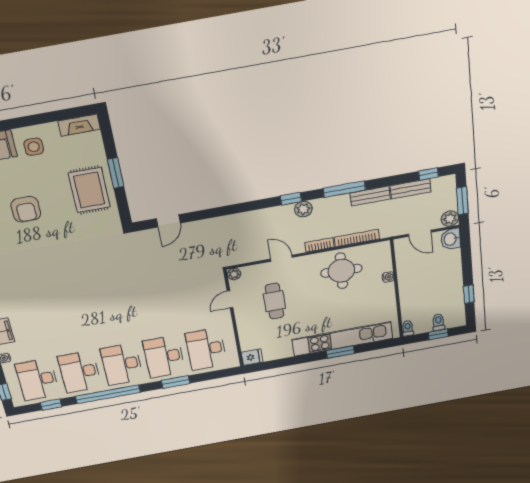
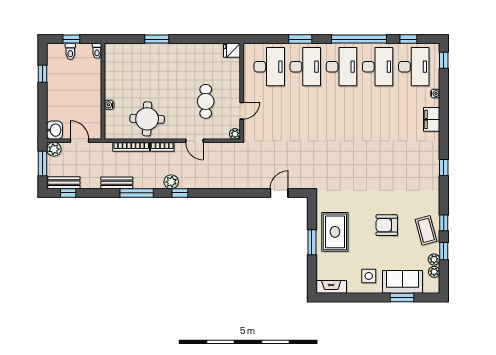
bench: (411, 189) -> (64, 183), moved
armchair: (26, 209) -> (387, 225), turned -90
kitchen unit: (342, 339) -> (154, 52), removed

